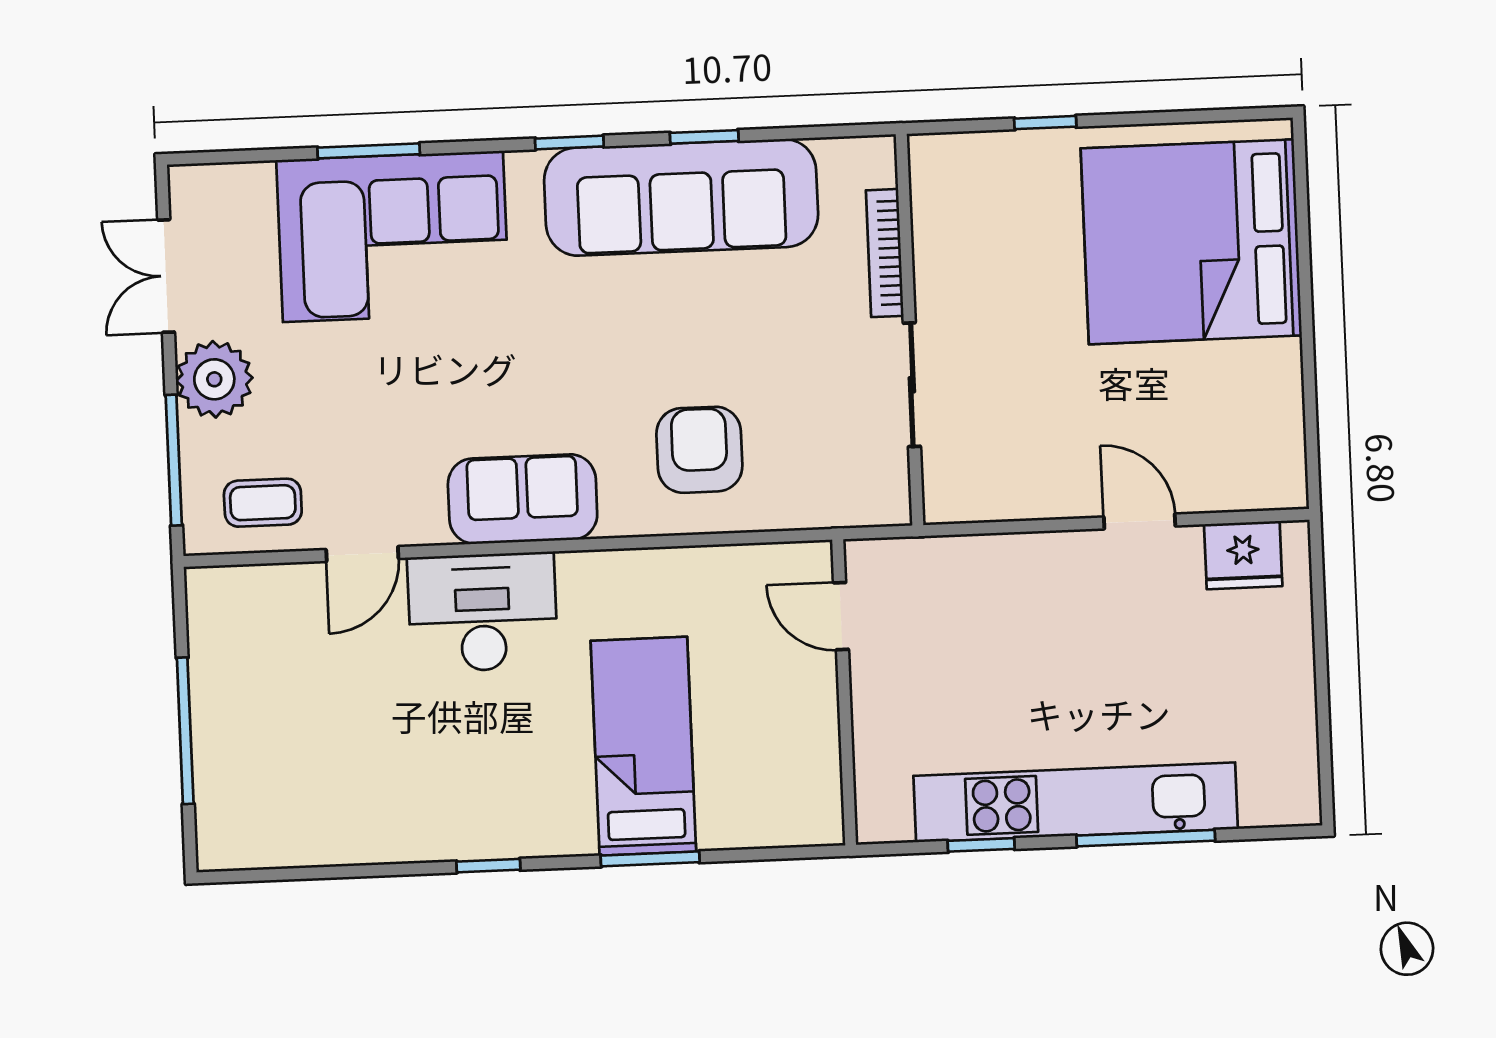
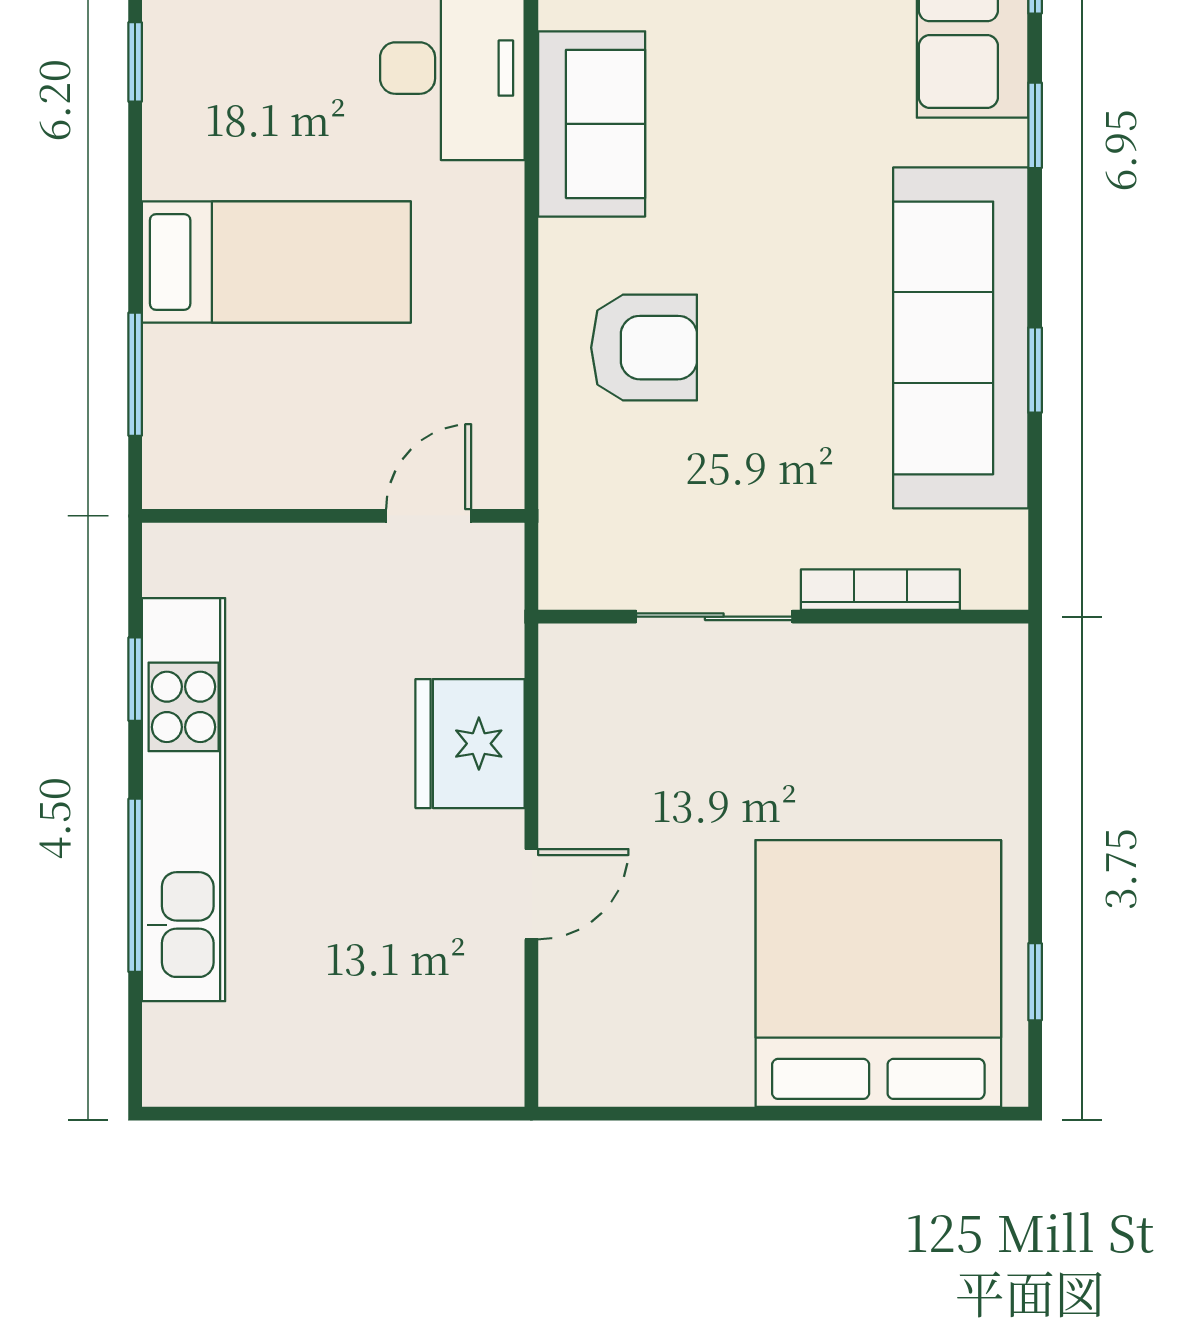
window: (1045, 123) -> (1035, 982), moved
window: (569, 143) -> (1035, 125), moved
fridge: (1243, 555) -> (470, 744), moved, width x1.36, depth x1.34
window: (650, 859) -> (135, 374), moved

